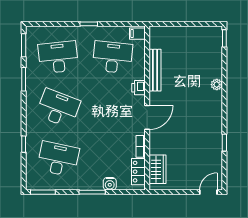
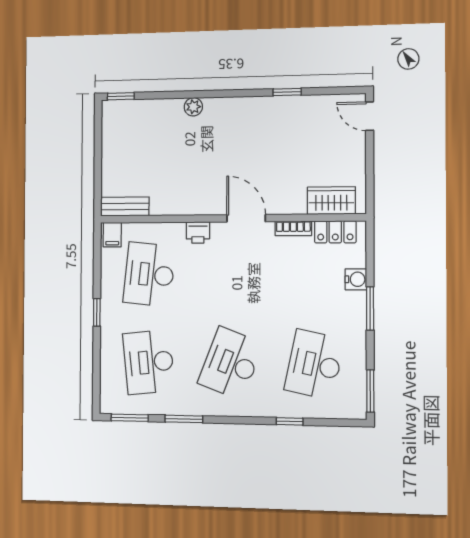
bench: (155, 70) -> (125, 206), moved, width x0.73

